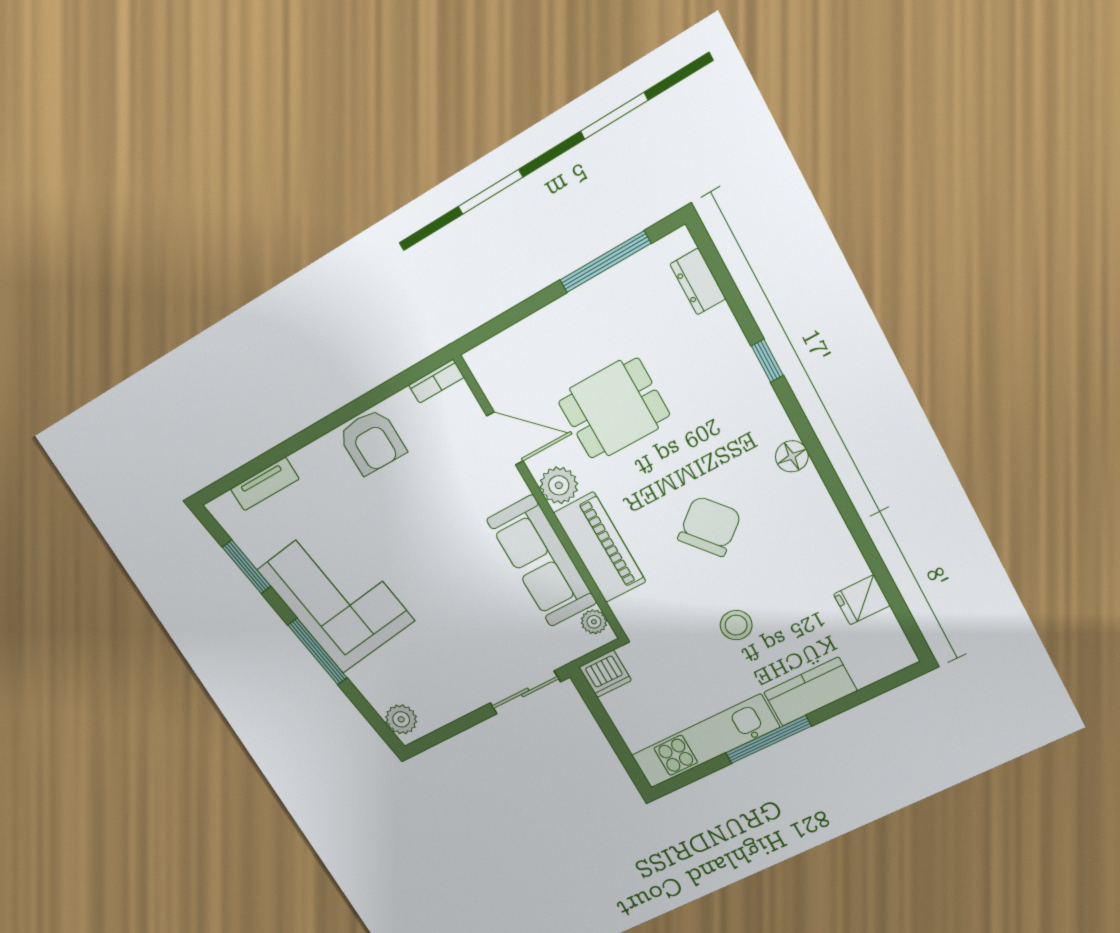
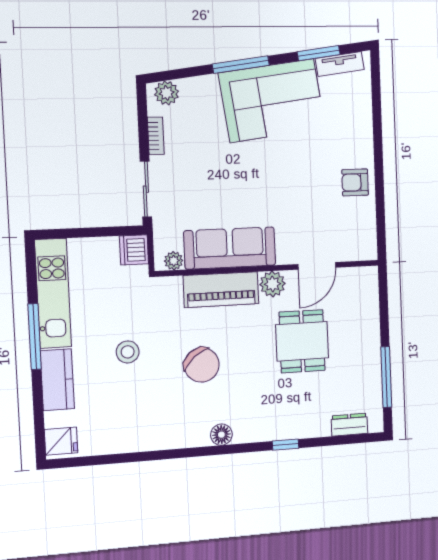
bookcase: (436, 381) -> (156, 136), moved, turned 180
armchair: (372, 442) -> (355, 182), width x0.72, depth x0.72
tv unit: (265, 484) -> (340, 64), moved, turned -98
fridge: (862, 600) -> (61, 441), moved, turned 90

